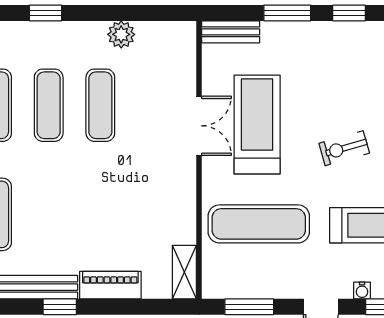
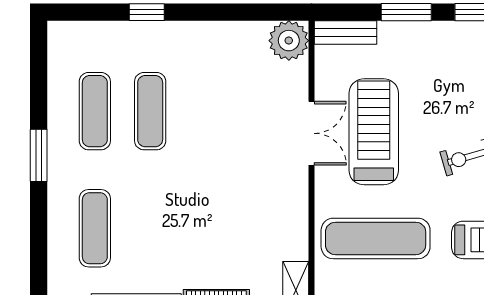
plant: (121, 34) -> (289, 41), moved, width x1.36, depth x1.36
exercise mat: (100, 105) -> (206, 111), removed

